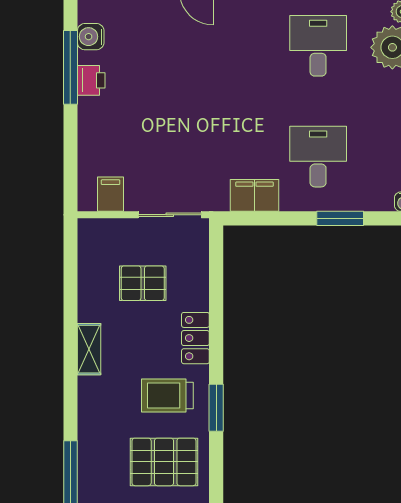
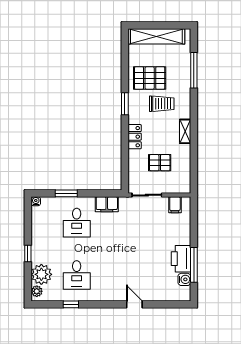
printer: (91, 80) -> (181, 259), width x1.87, depth x1.48
trolley: (167, 396) -> (162, 104), moved

